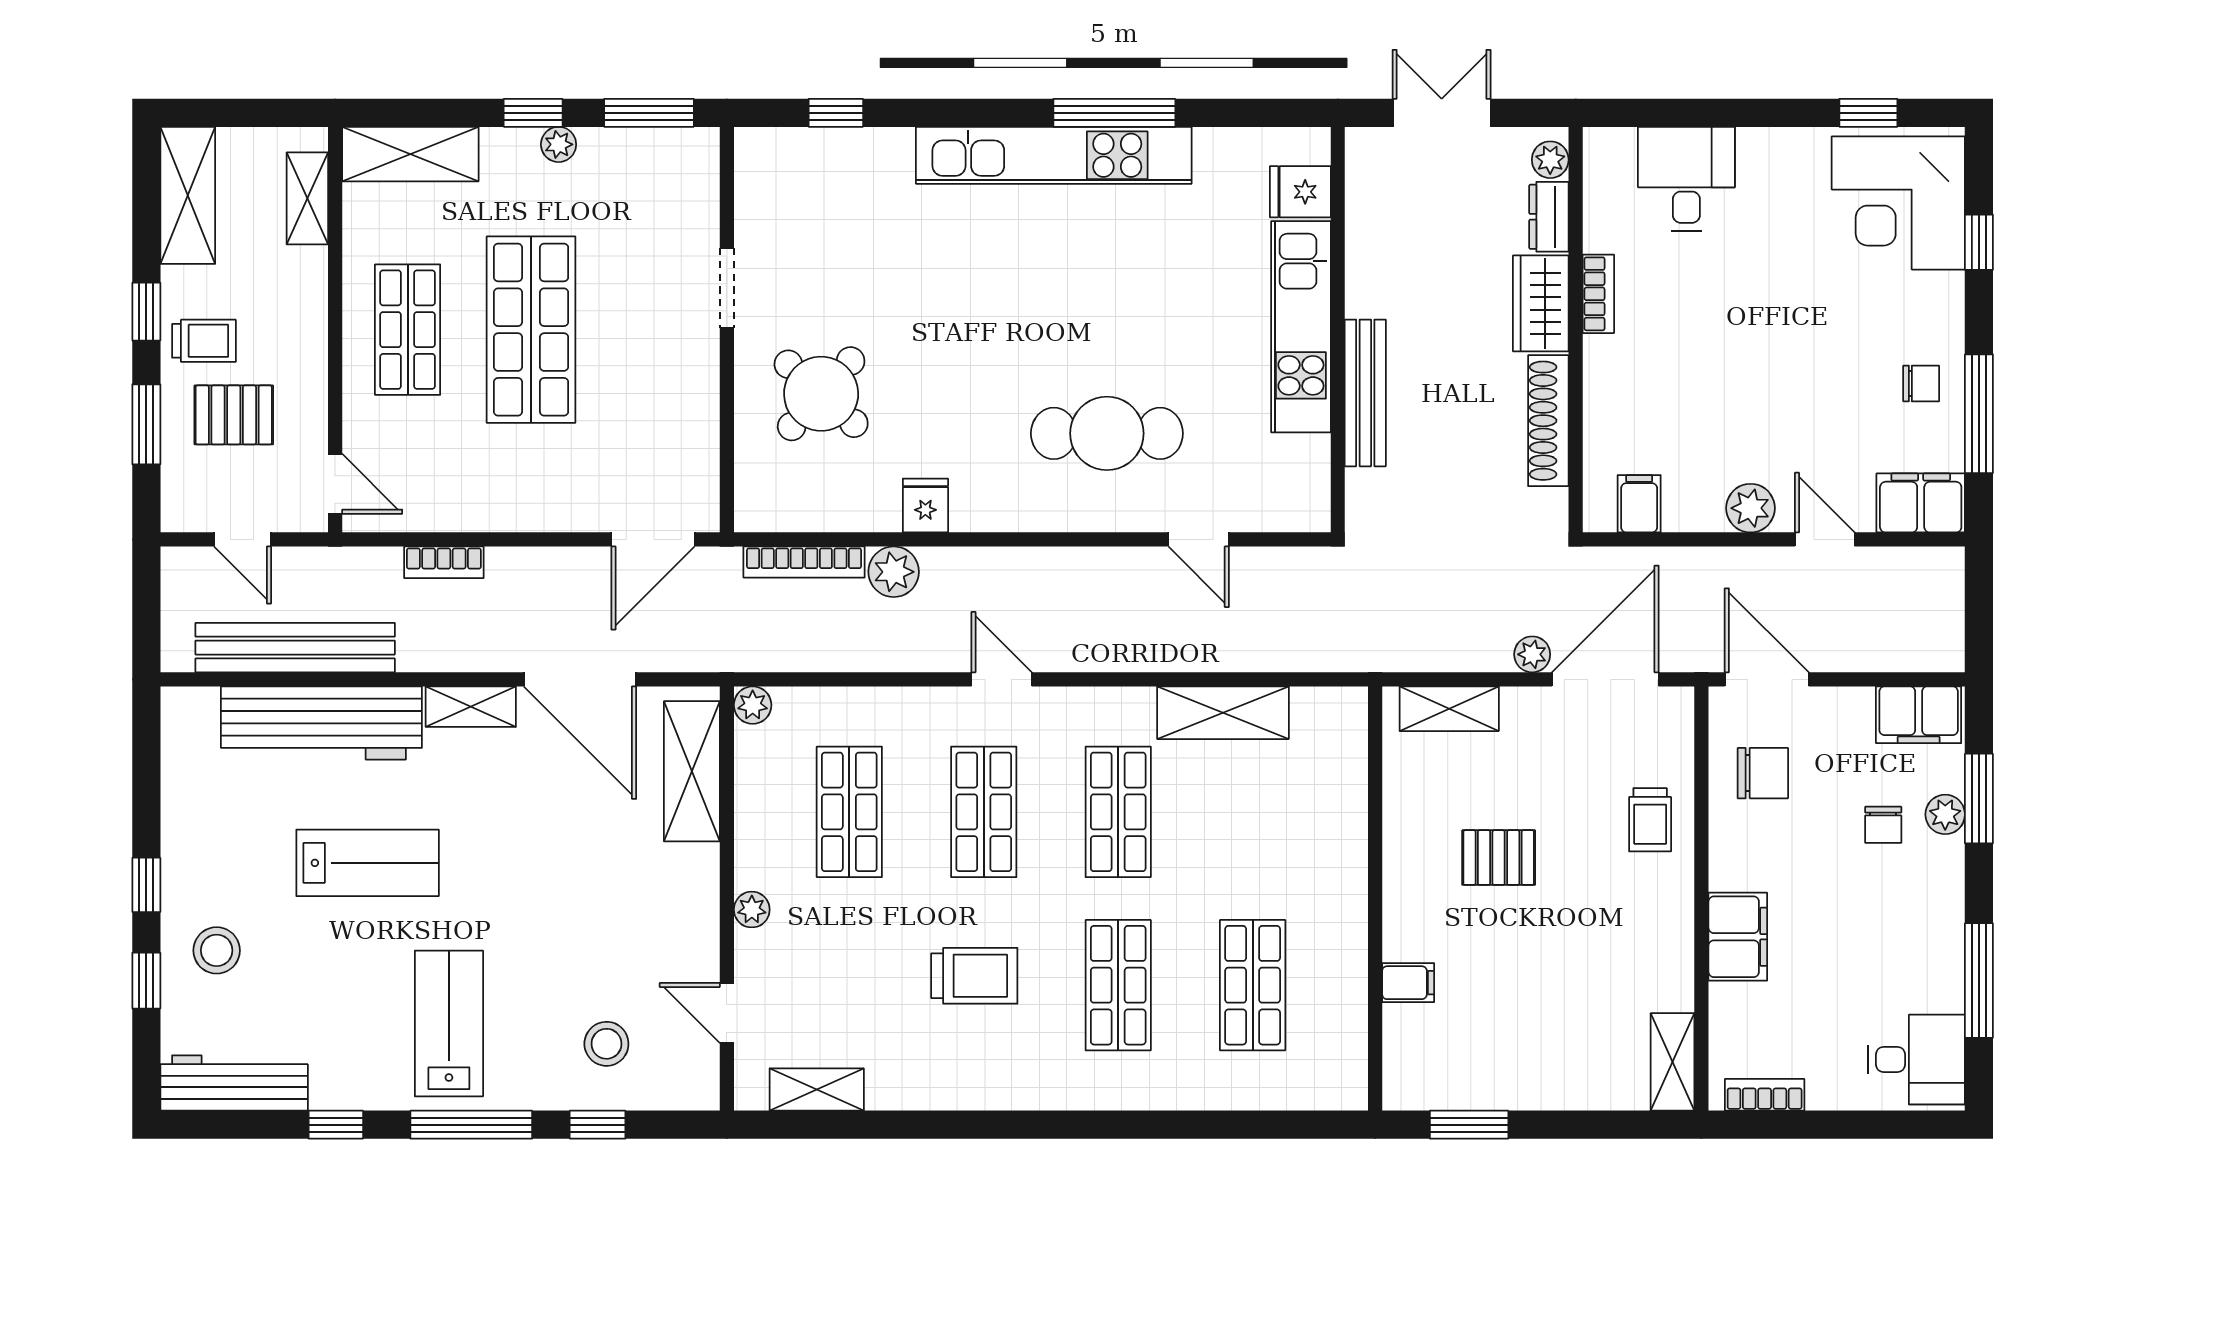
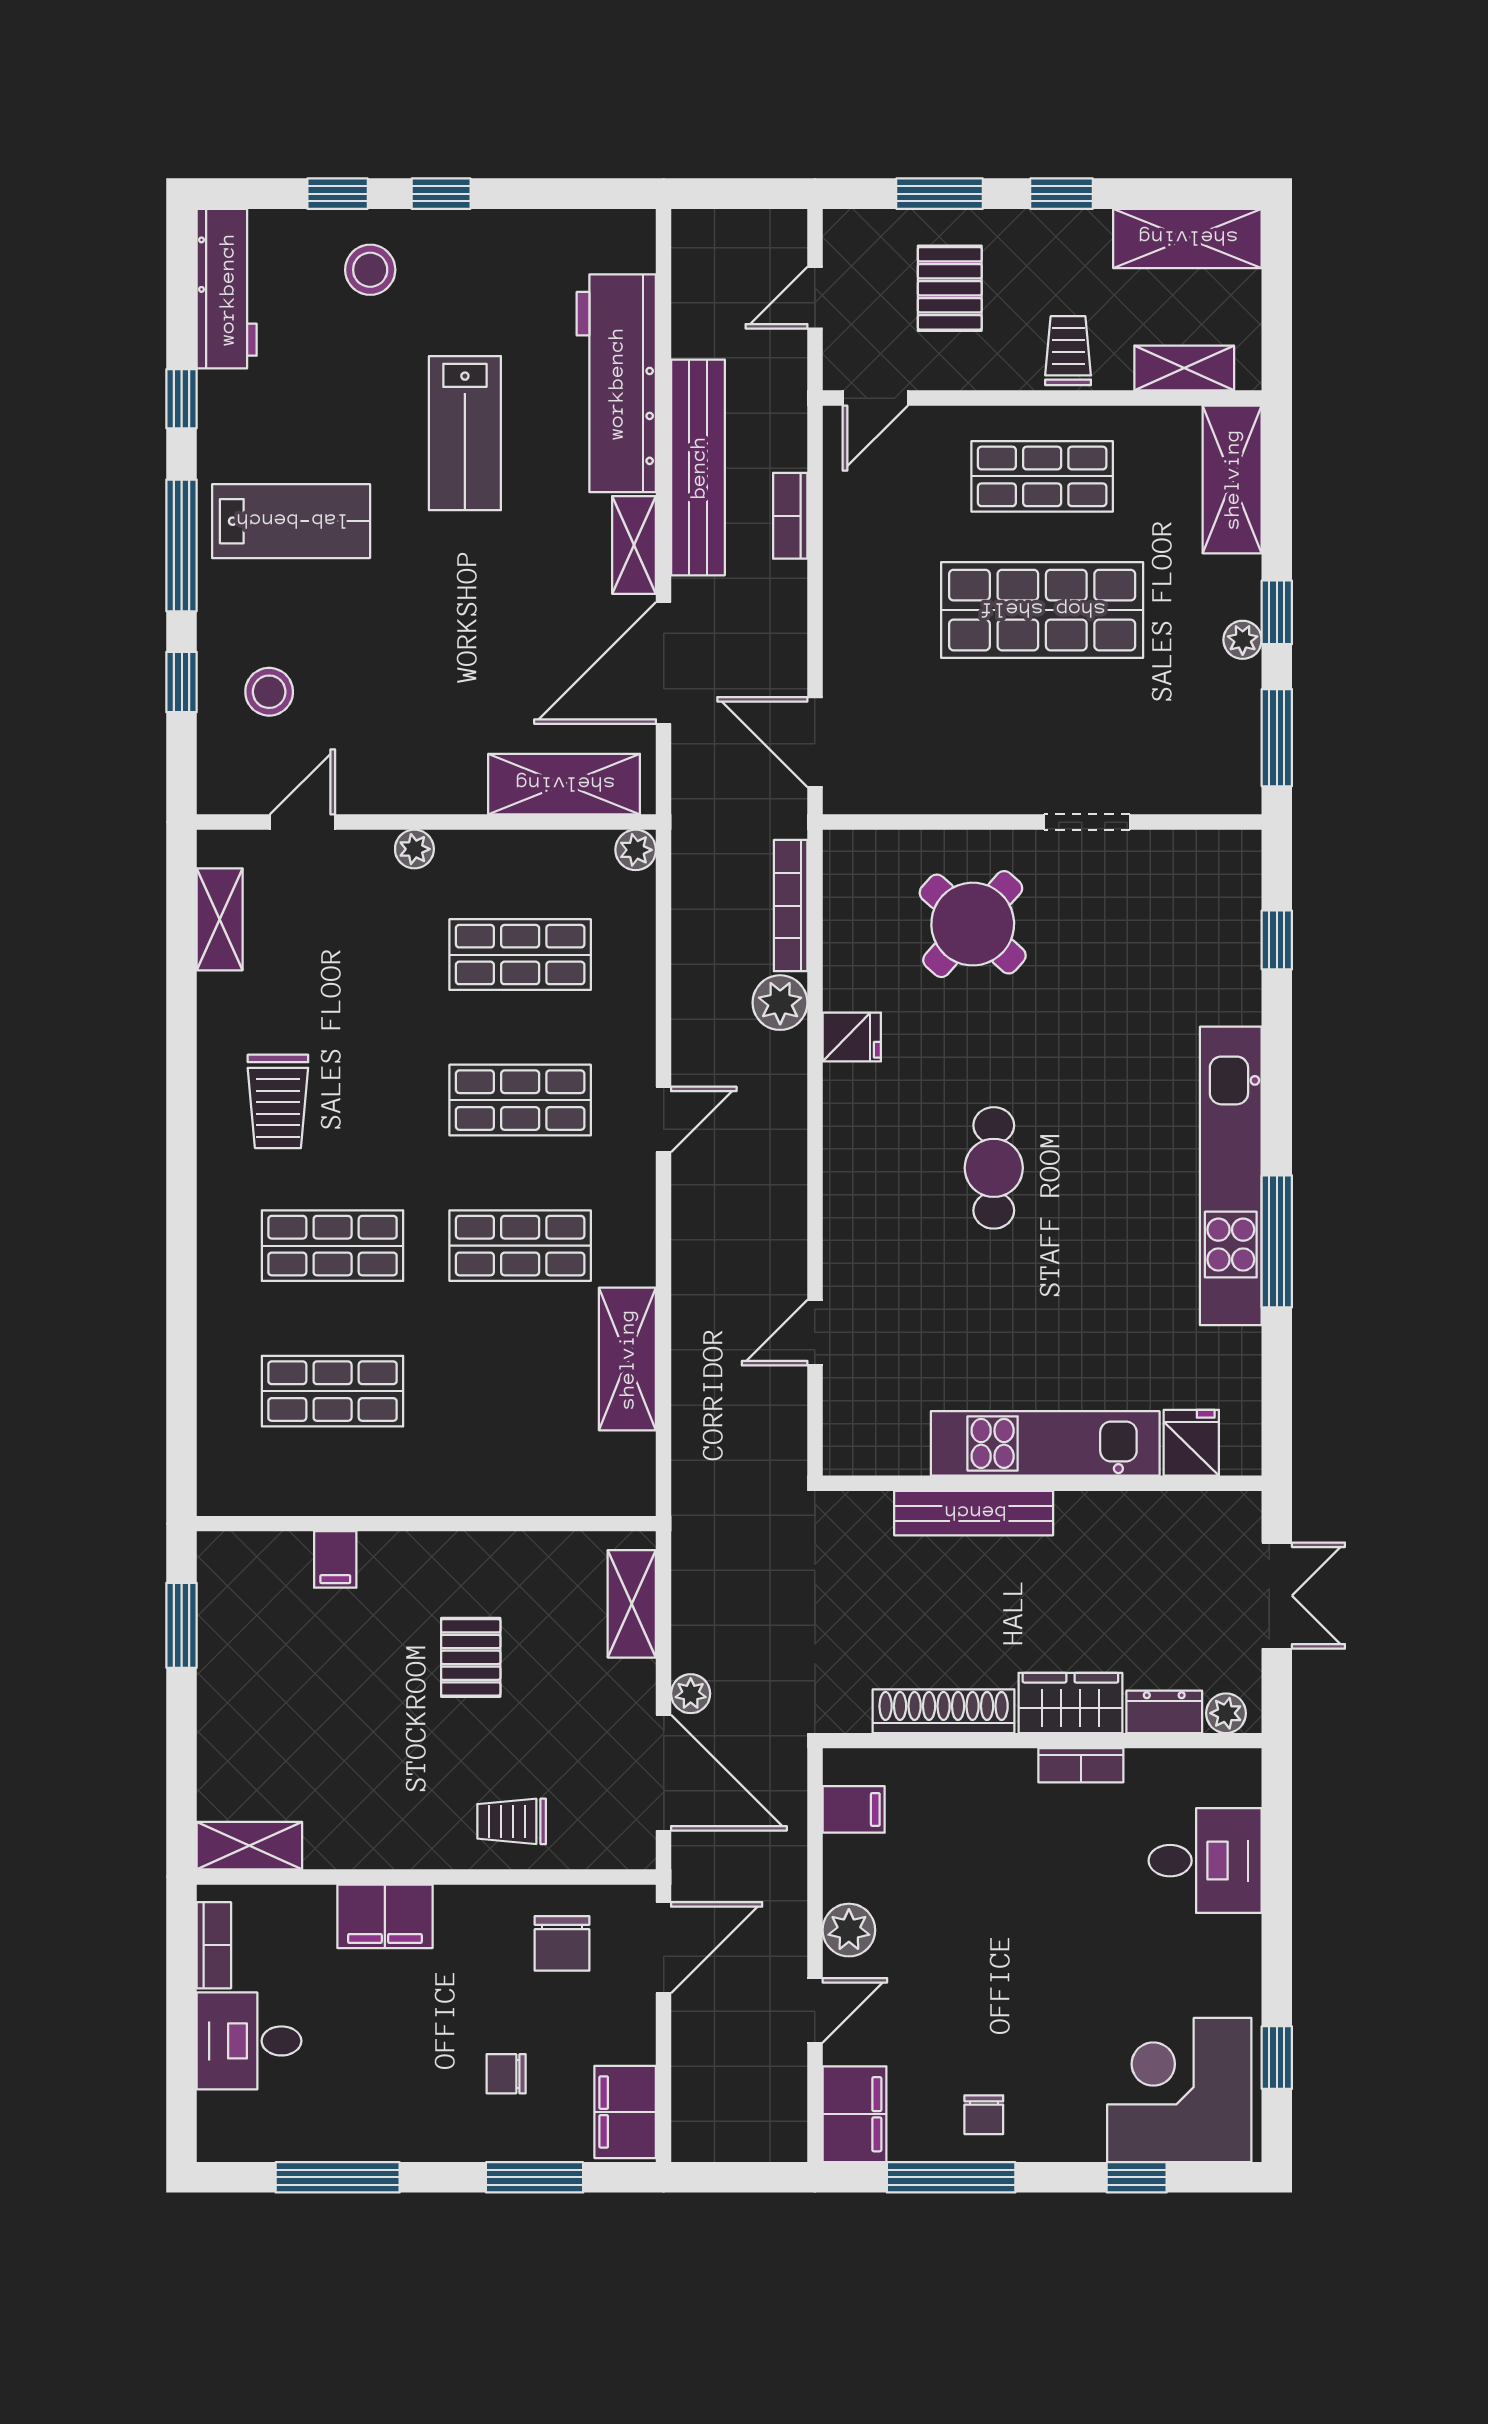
trolley: (204, 341) -> (1068, 351), moved, turned 180
cafe table: (1107, 433) -> (994, 1168), moved, width x0.73, depth x0.74
bench: (295, 648) -> (698, 467), moved
plant: (1945, 814) -> (517, 2141), removed
trolley: (974, 976) -> (278, 1101), moved
desk: (1917, 1059) -> (249, 2041), moved, turned 90

